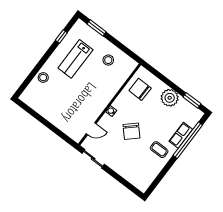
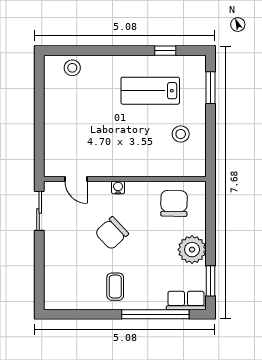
stool: (43, 77) -> (72, 68), moved
row of seats: (181, 135) -> (186, 300), moved

